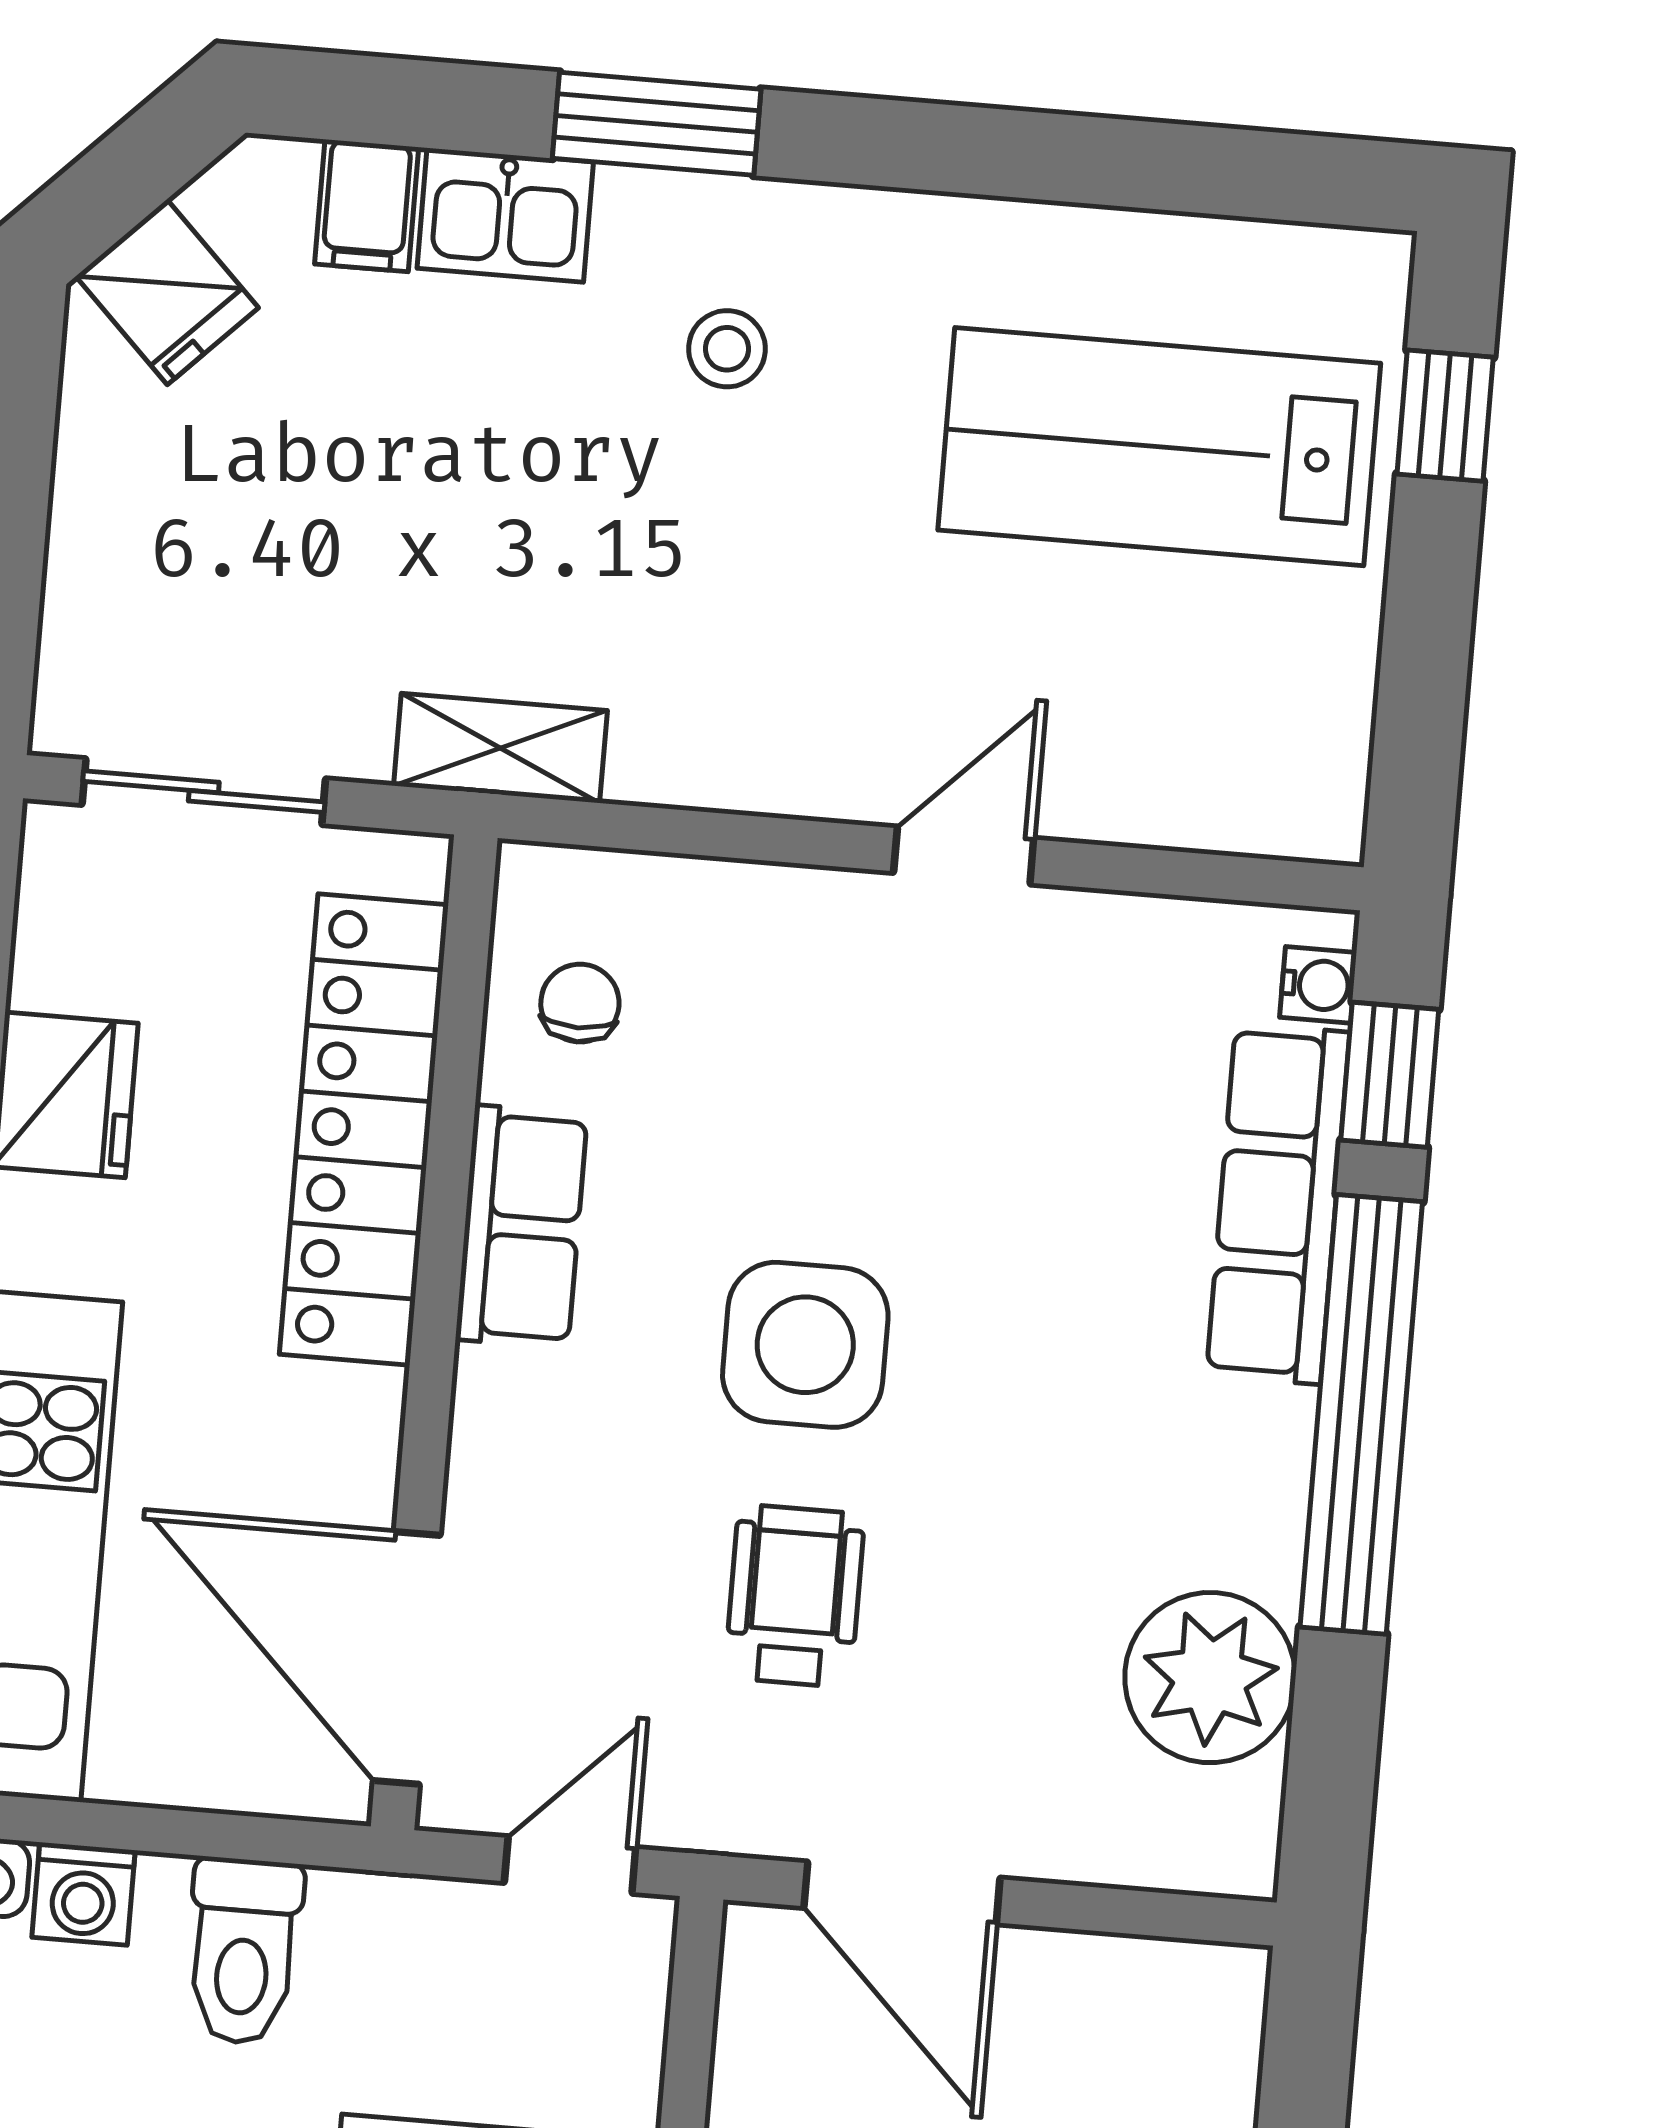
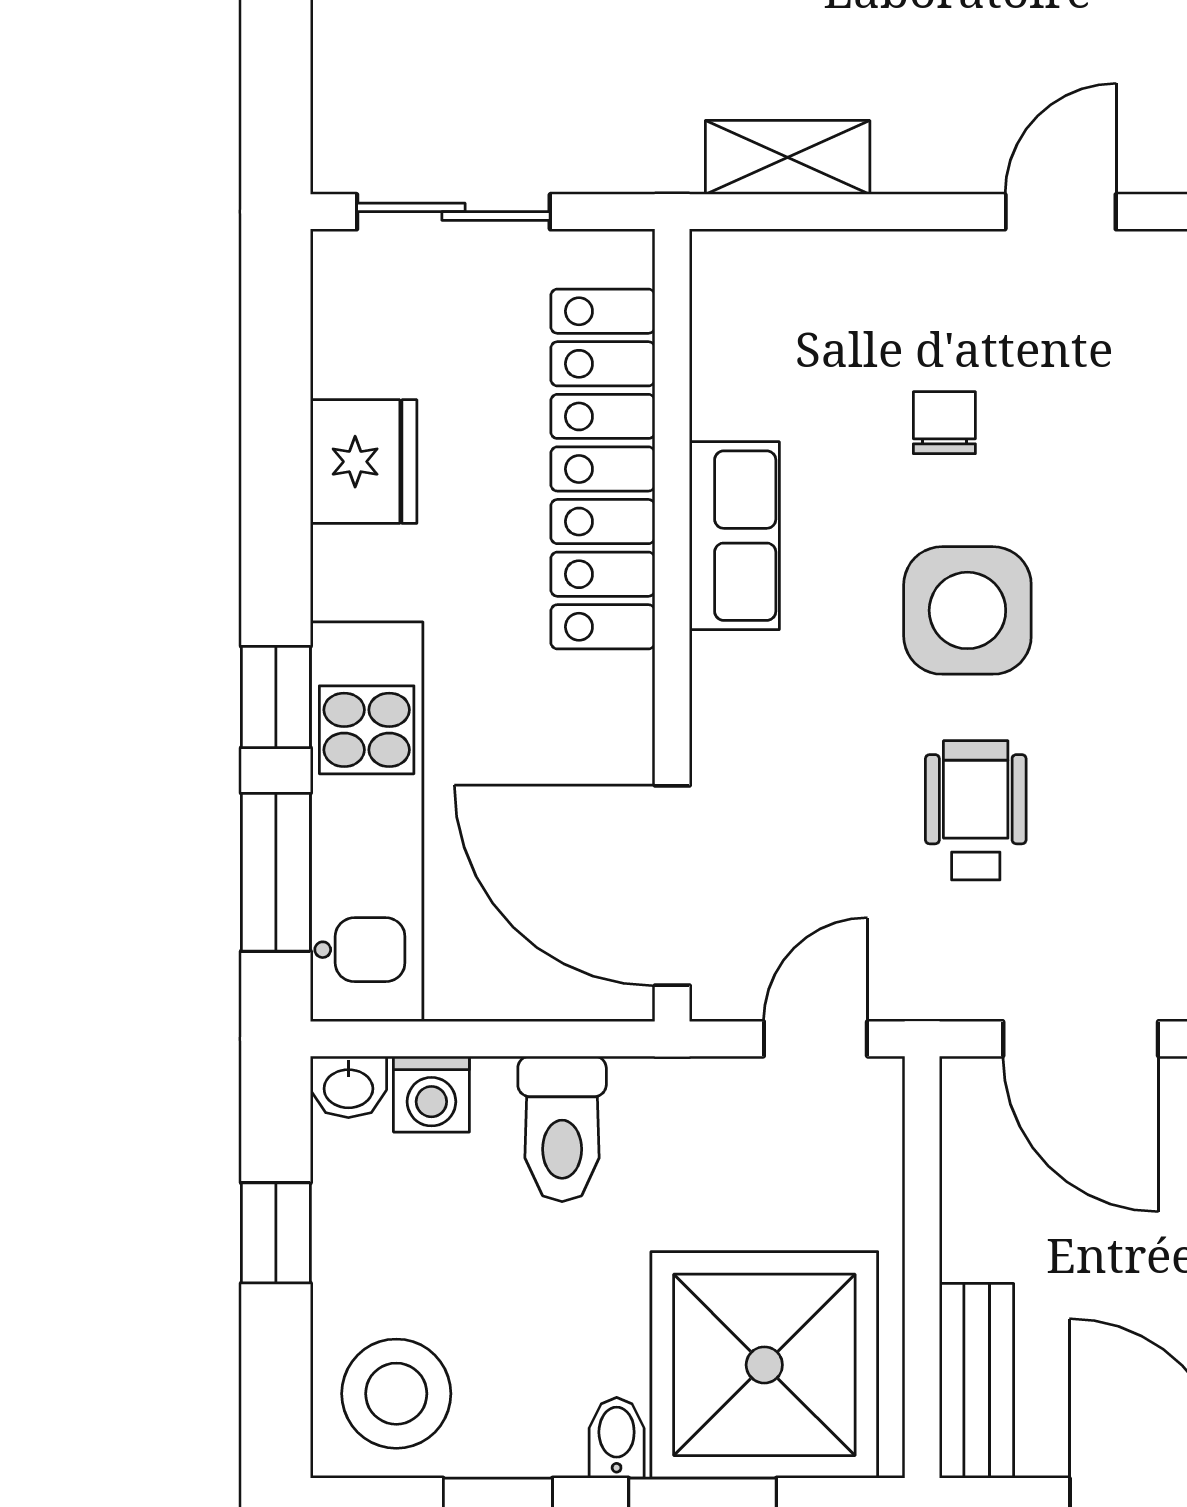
shelving: (500, 748) -> (788, 157), moved
chair: (580, 1003) -> (944, 423), moved

